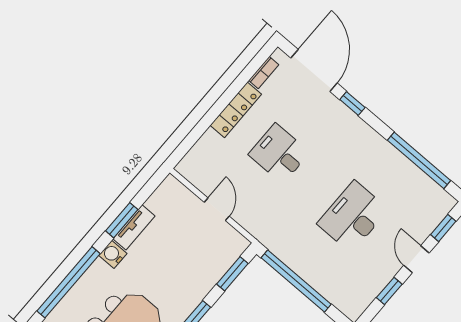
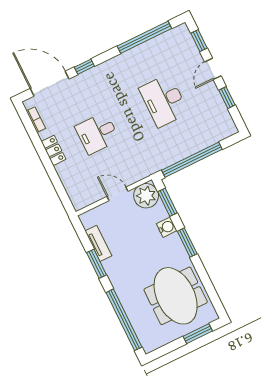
locker: (236, 110) -> (54, 150), width x0.66
tv unit: (134, 227) -> (98, 243), moved
plant: (229, 245) -> (146, 196), added
water cooler: (113, 254) -> (167, 227), moved, turned 180
door: (416, 259) -> (213, 69), hinge flipped

